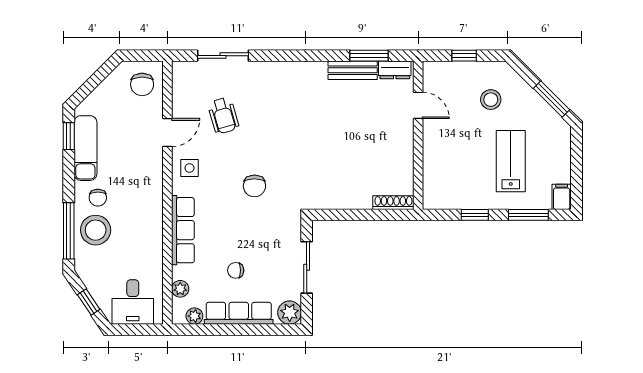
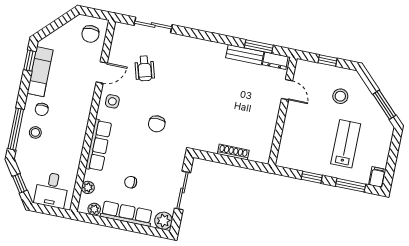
shoe rack: (393, 203) -> (233, 152), moved
stool: (96, 230) -> (35, 132), width x0.53, depth x0.53

